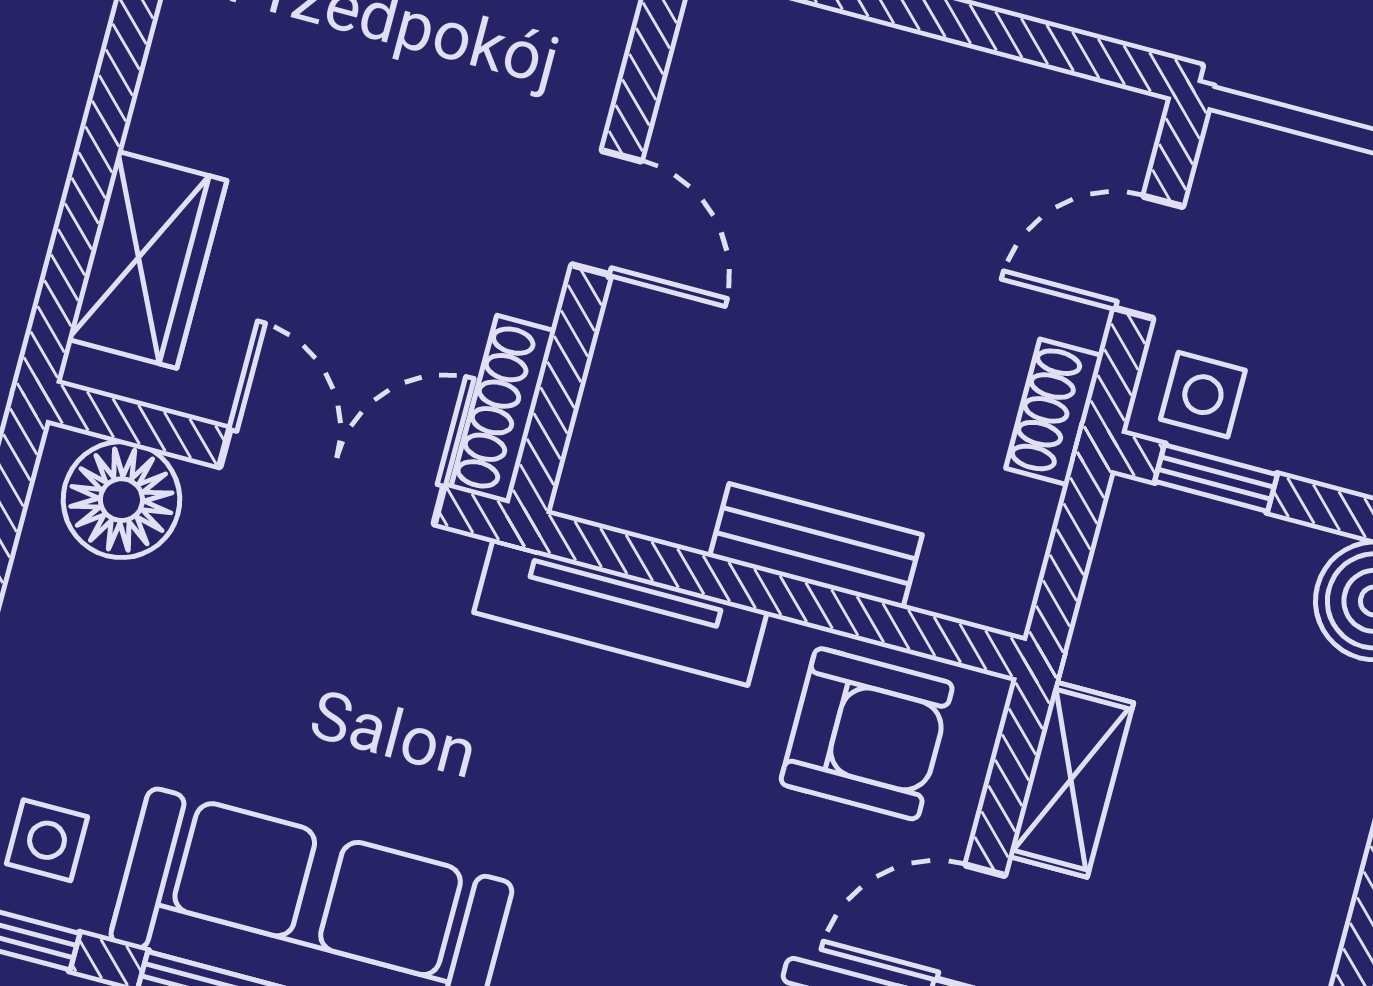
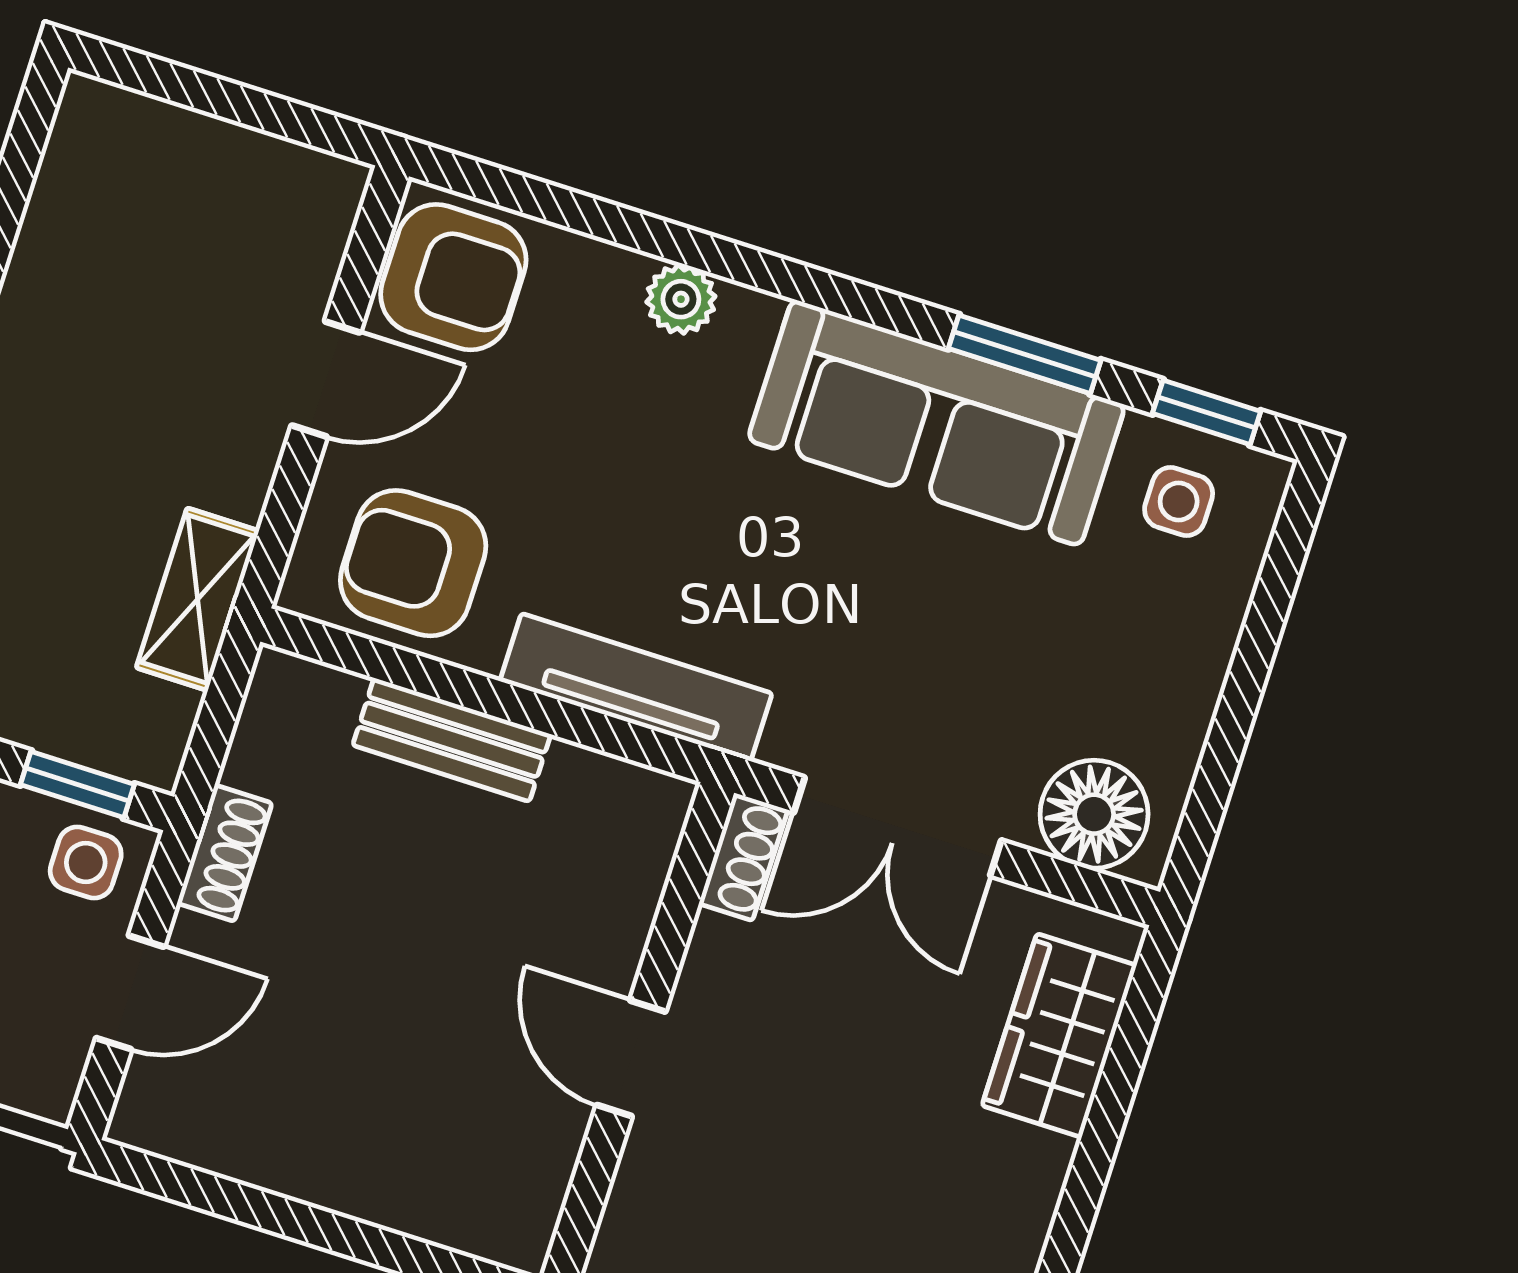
shoe rack: (503, 409) -> (743, 857), width x0.70
shelving: (1071, 779) -> (198, 599), moved

